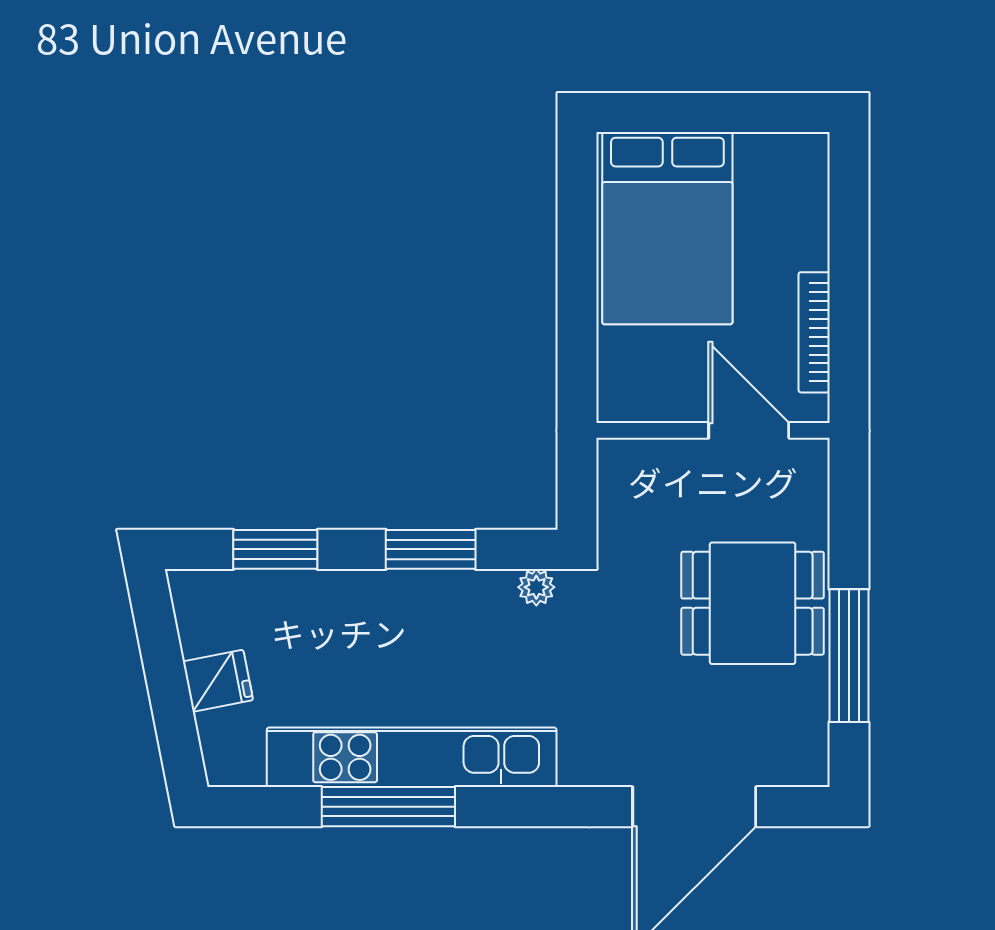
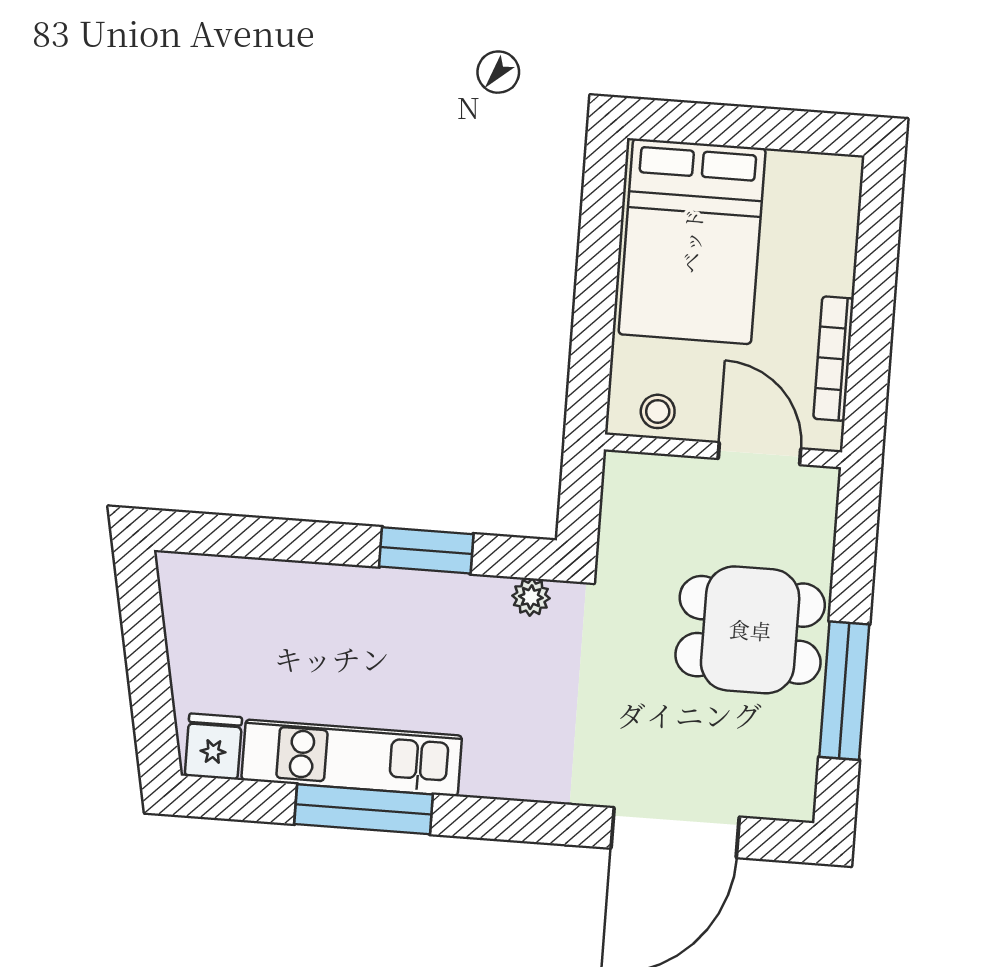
stool: (646, 397) -> (658, 411), added
window: (275, 549) -> (268, 538), removed
fridge: (218, 681) -> (213, 747), moved, turned -79
kitchen unit: (412, 757) -> (352, 758), width x0.73

